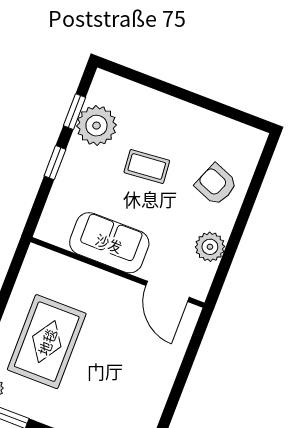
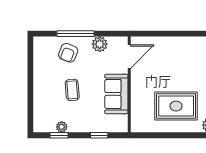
plant: (96, 126) -> (62, 127), width x0.53, depth x0.53
window: (55, 163) -> (99, 135), moved
window: (245, 211) -> (75, 34), added

